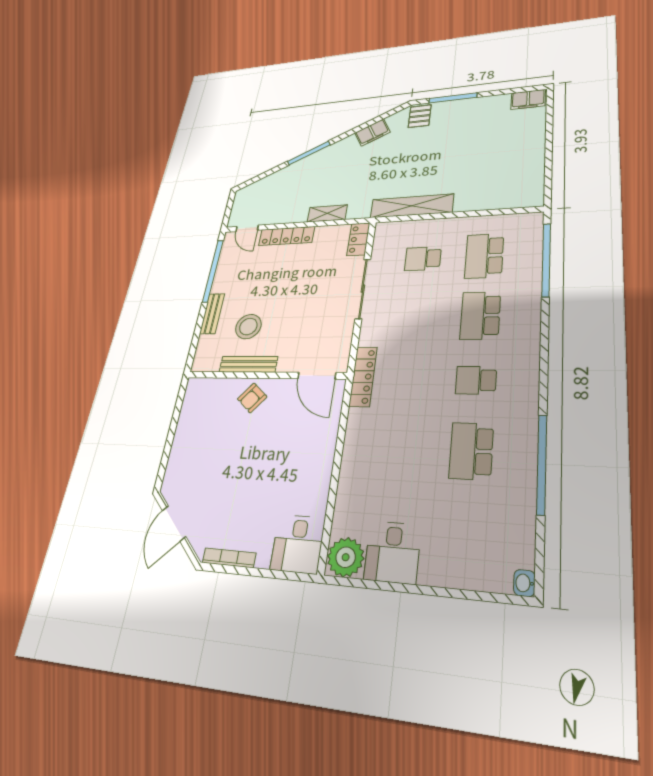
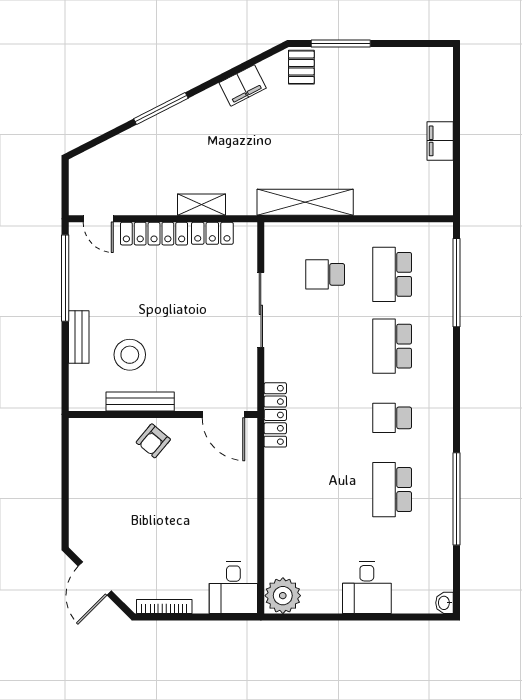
filing cabinet: (528, 99) -> (440, 141), moved, turned 90
locker: (358, 239) -> (212, 233), moved, turned -90
desk: (393, 552) -> (367, 587), moved

